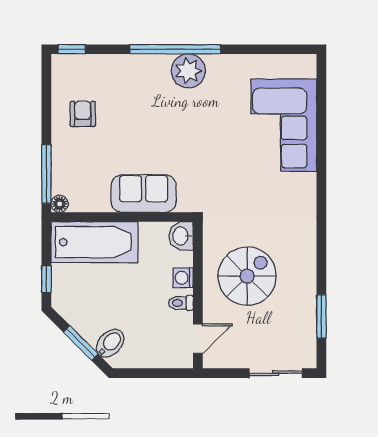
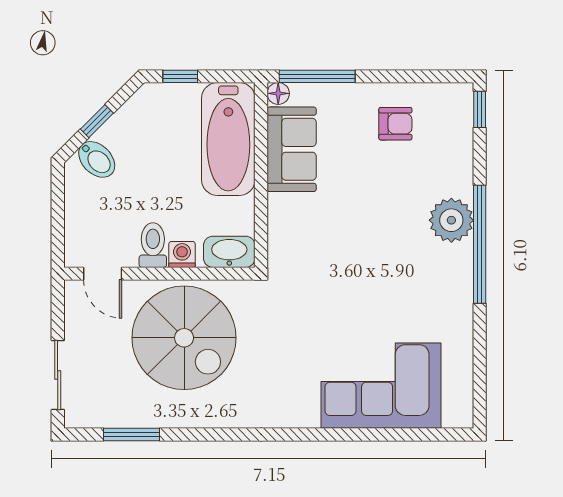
plant: (188, 71) -> (451, 220), moved
sofa: (144, 194) -> (292, 149), moved
washbasin: (181, 236) -> (229, 252), width x1.38
spiral stairs: (247, 276) -> (184, 338), width x1.37, depth x1.37
toilet: (181, 303) -> (153, 245), width x1.37, depth x1.39
window: (81, 343) -> (97, 121), width x0.67

